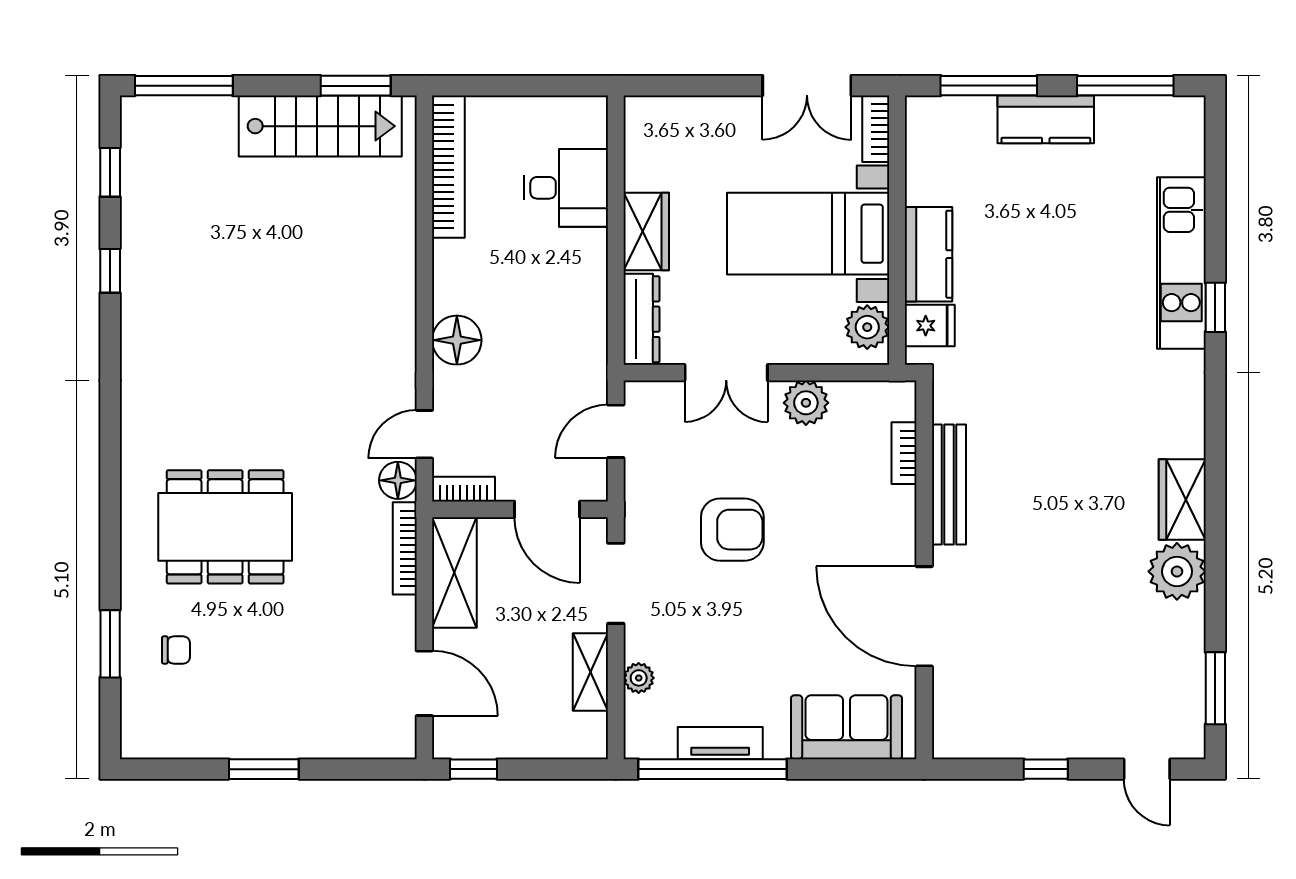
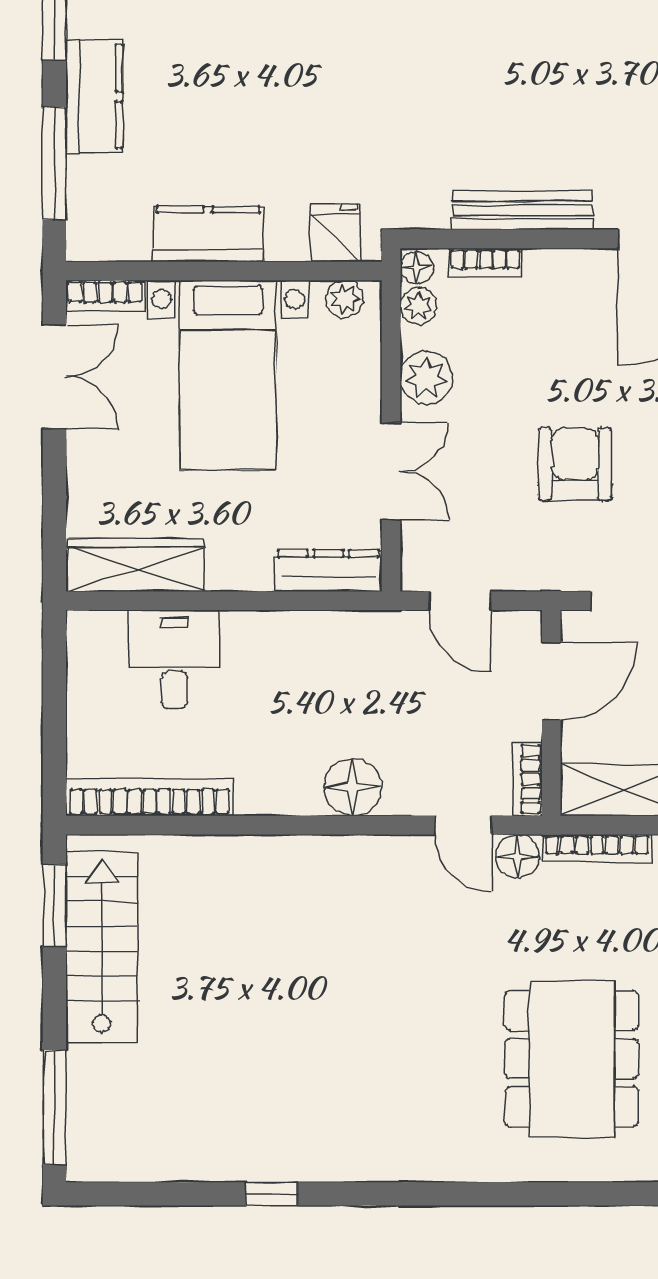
window: (110, 172) -> (156, 1194), removed
wardrobe: (646, 232) -> (136, 565), moved, width x1.50
kitchen counter: (928, 254) -> (208, 234), moved
plant: (867, 327) -> (345, 299), width x0.73, depth x0.73
floor lamp: (900, 394) -> (417, 268), added
plant: (867, 396) -> (418, 306), added

